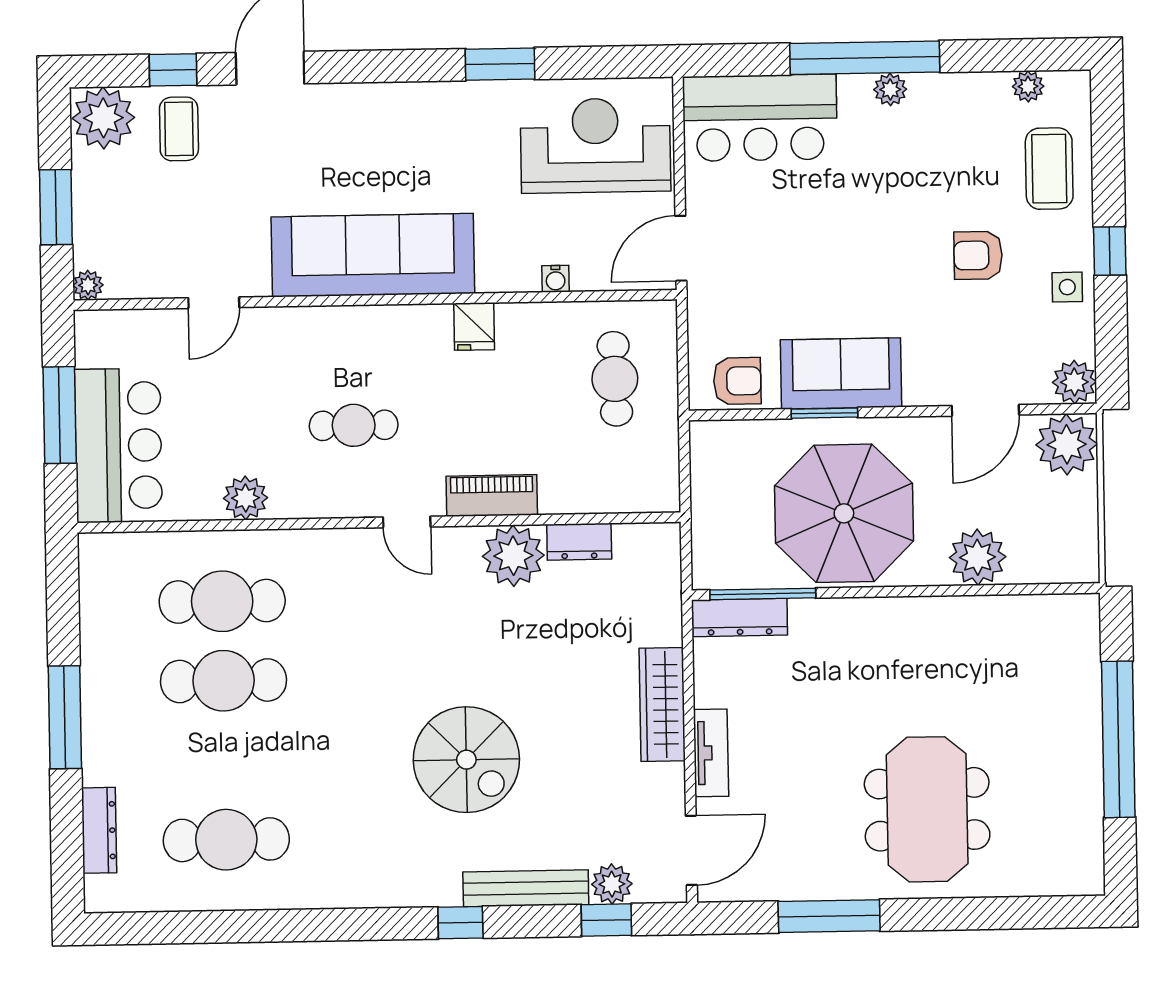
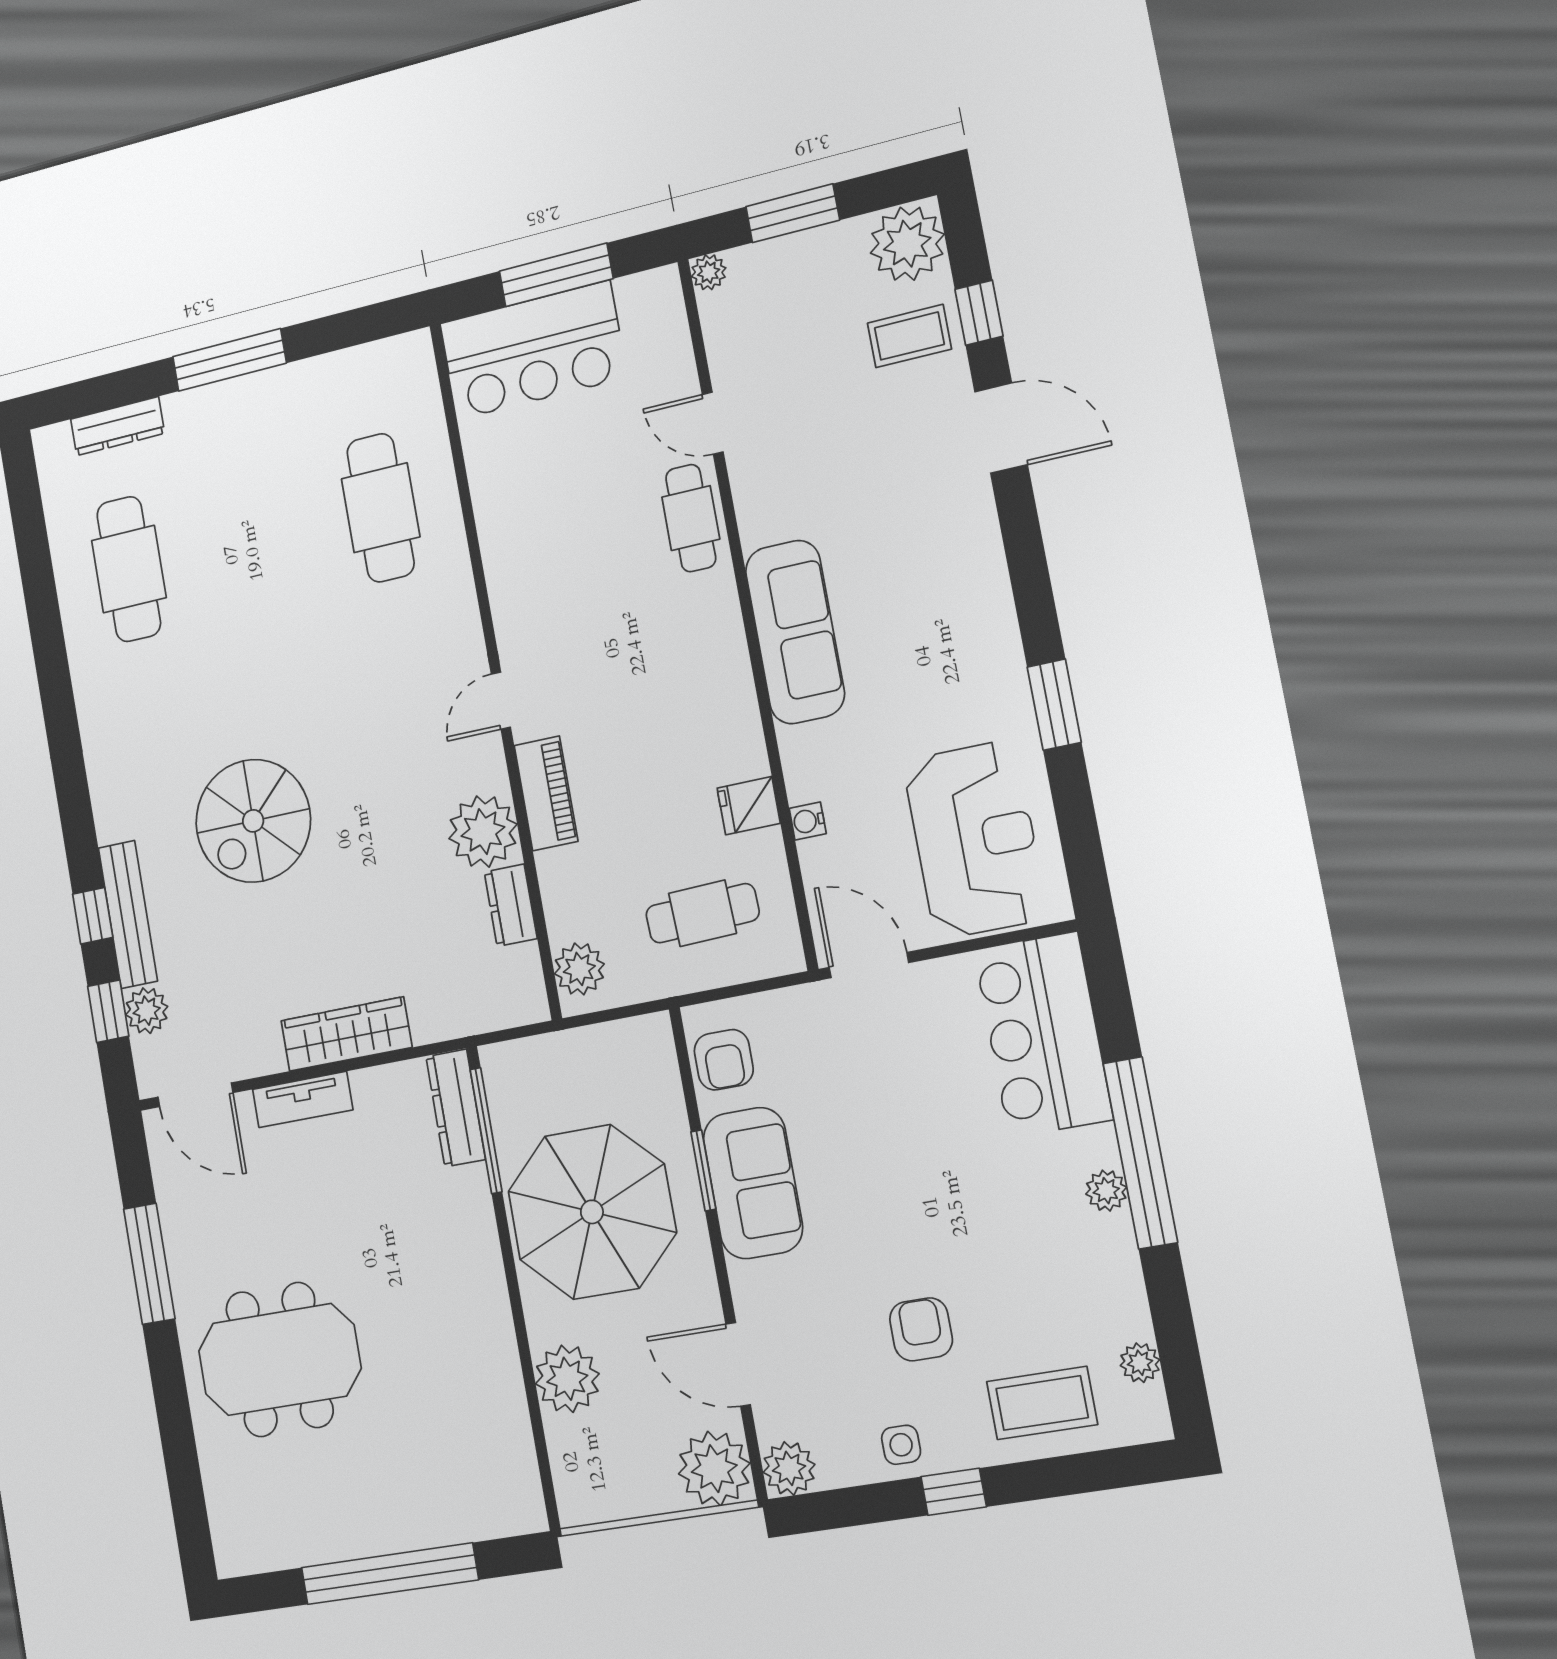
sofa: (373, 255) -> (795, 632), width x0.74, depth x0.79
fridge: (474, 326) -> (749, 806), moved
cafe table: (354, 425) -> (691, 518), moved
plant: (246, 498) -> (579, 969), moved
cafe table: (224, 681) -> (295, 529), removed
window: (460, 923) -> (93, 916), moved

